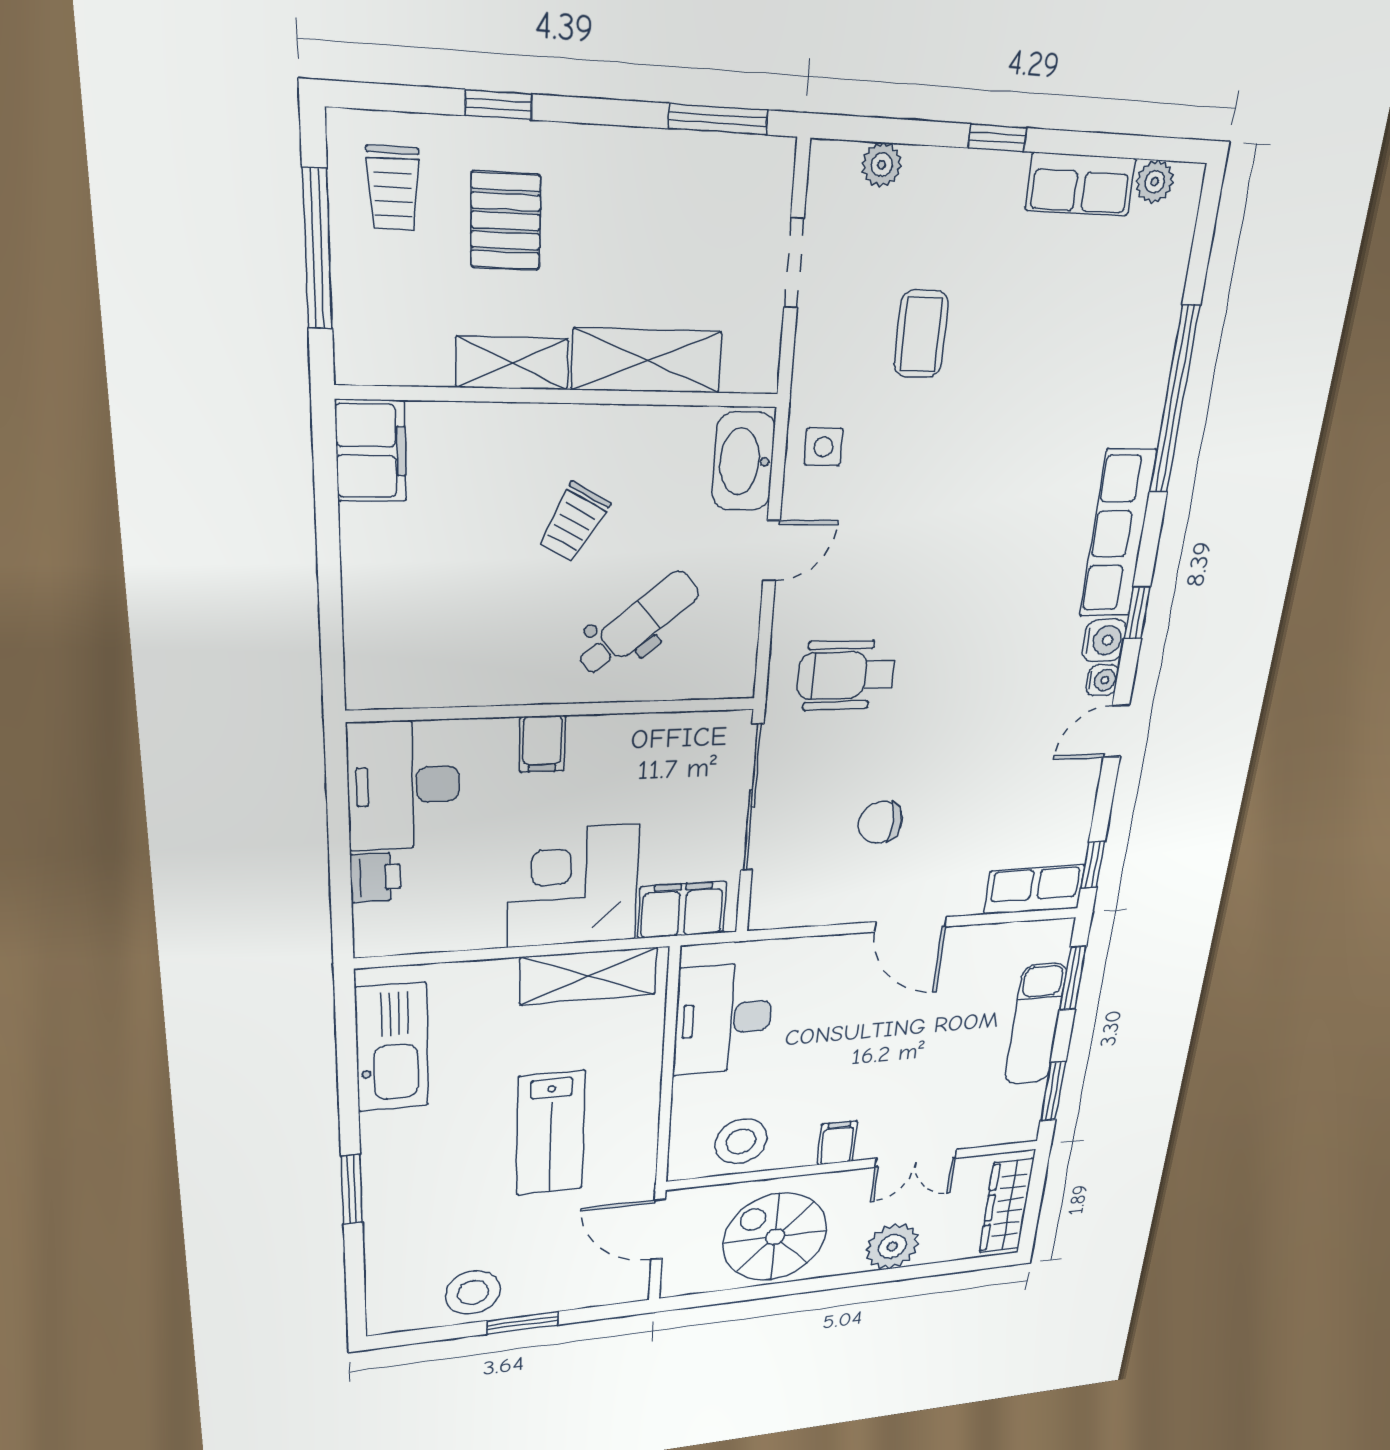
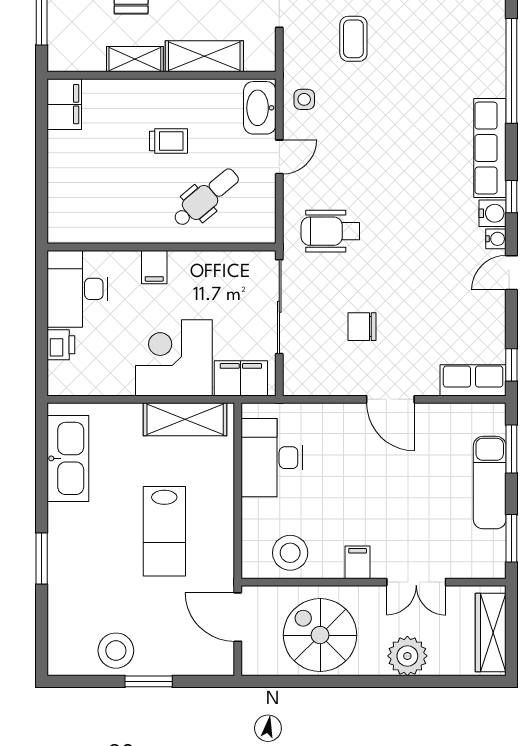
trolley: (574, 523) -> (169, 141), turned -119

